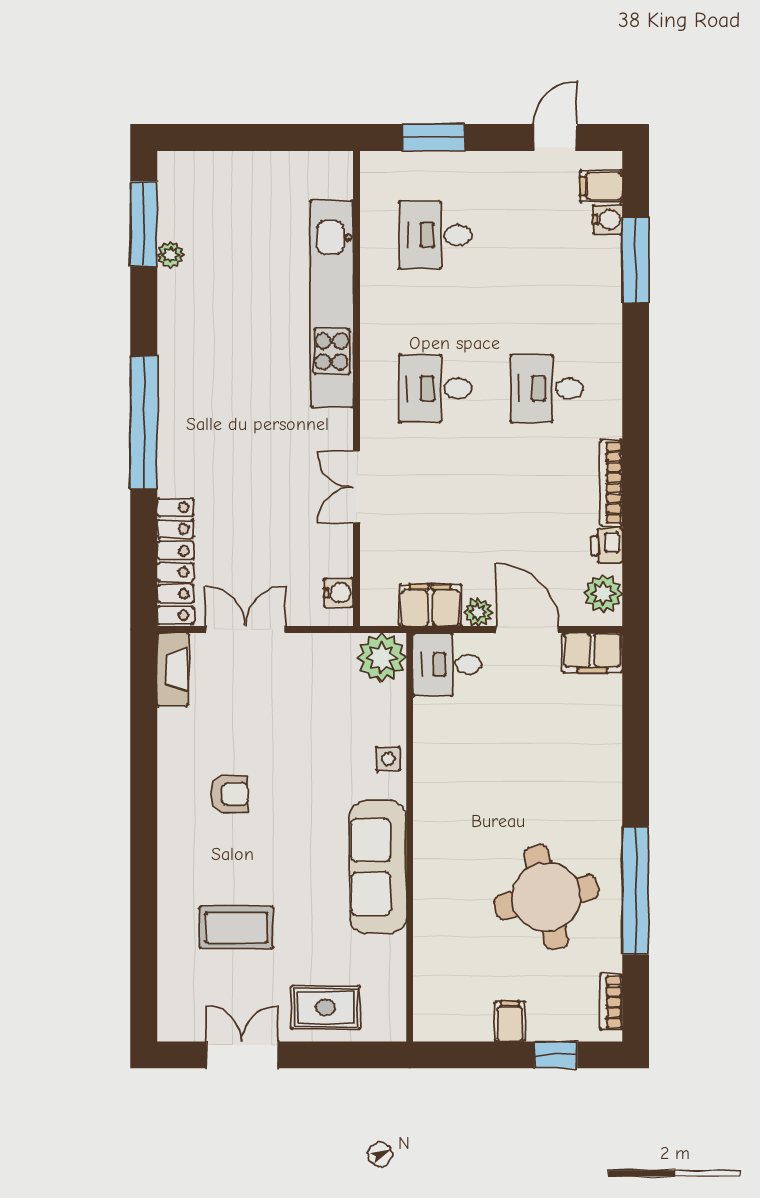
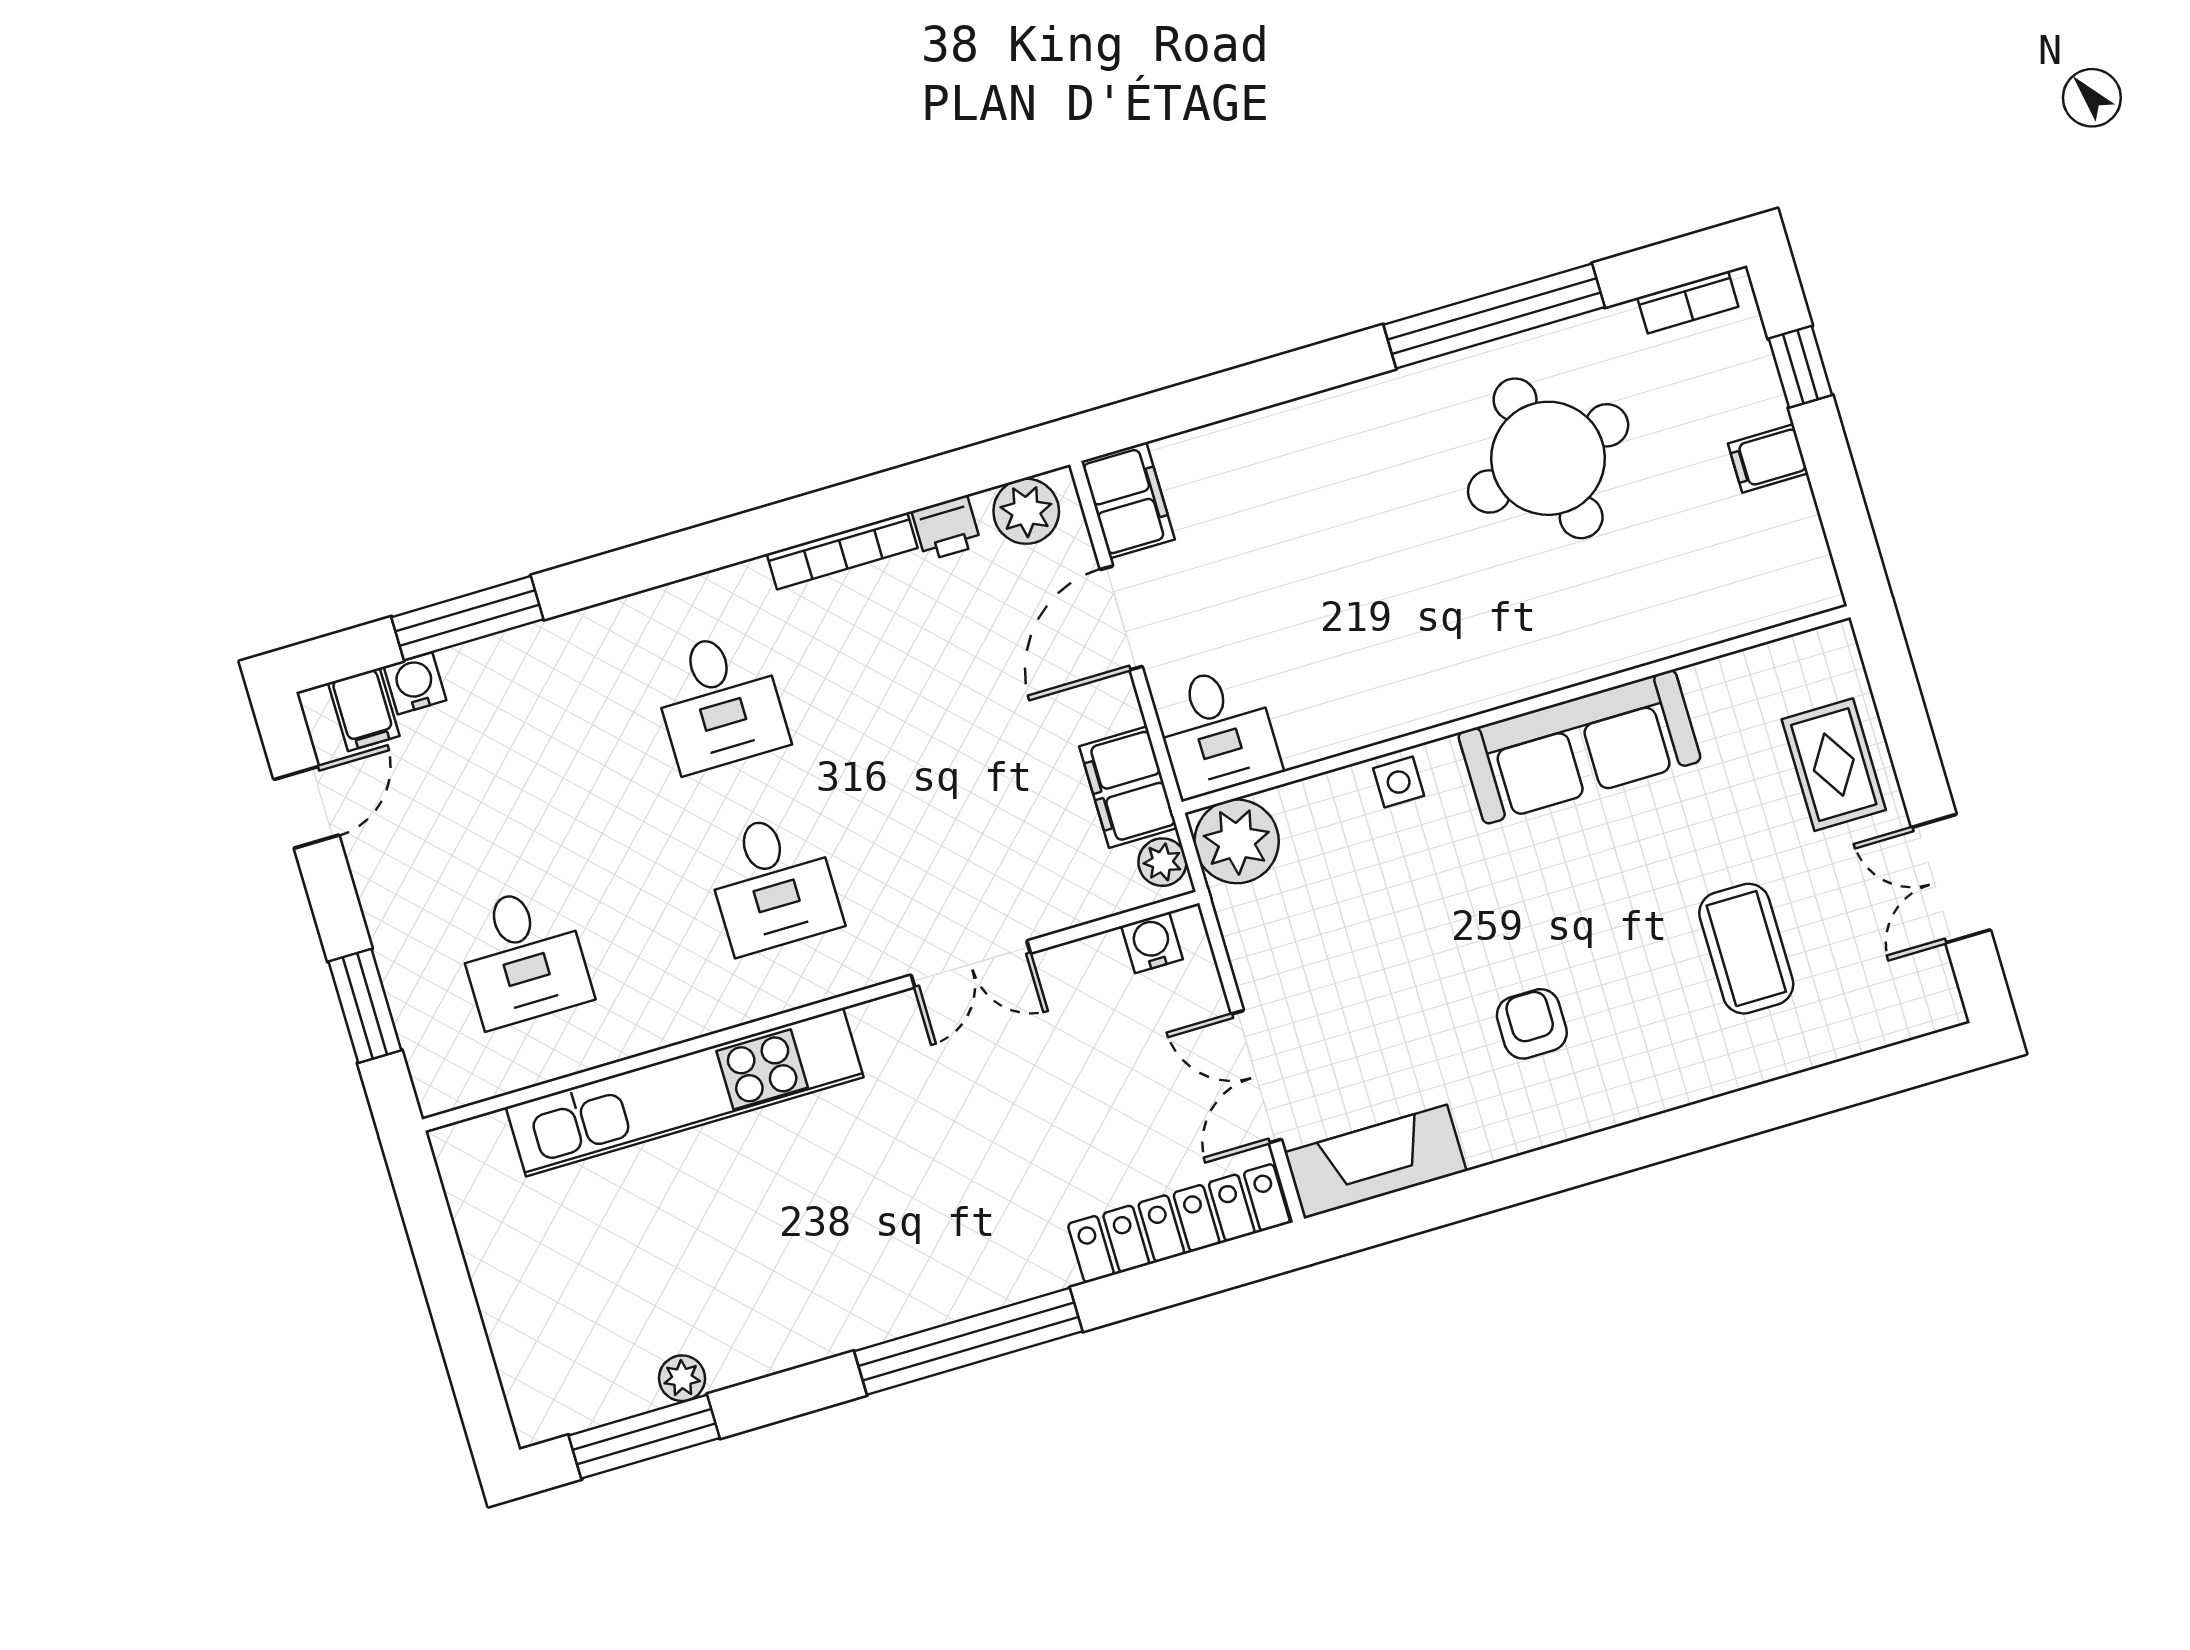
door: (556, 138) -> (306, 807), swing flipped
plant: (478, 612) -> (1162, 862), moved
fireplace: (173, 669) -> (1375, 1162), width x1.37, depth x1.32

